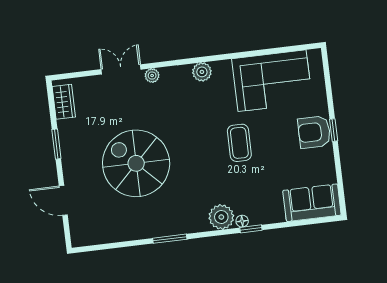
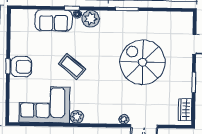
plant: (202, 72) -> (77, 117), moved
coffee table: (239, 143) -> (72, 66), turned -51
spiral stairs: (136, 163) -> (143, 62), turned 180
sofa: (312, 203) -> (54, 20), moved

